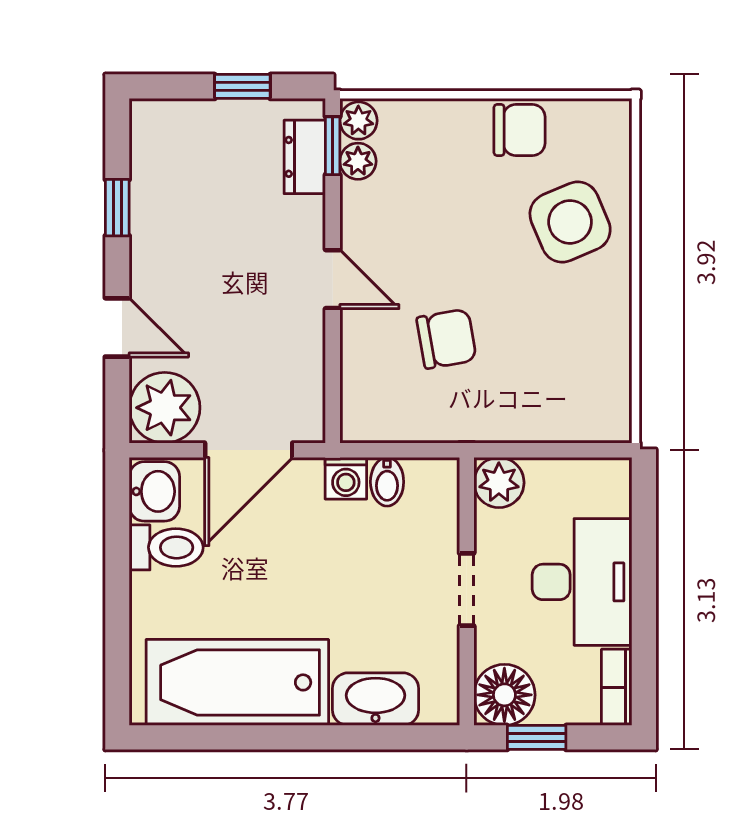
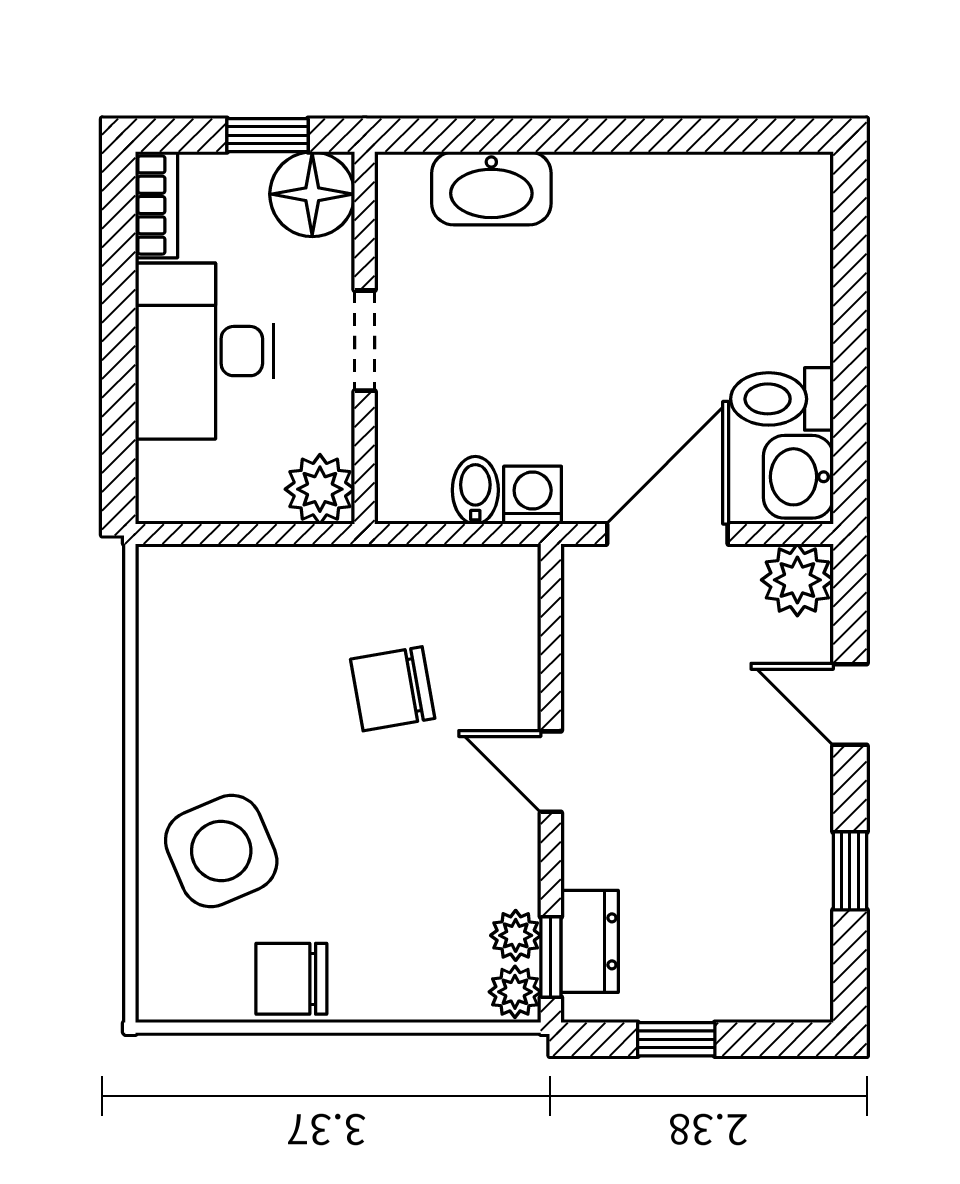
plant: (165, 408) -> (797, 580), width x0.73, depth x0.73
bathtub: (237, 682) -> (683, 211), removed

